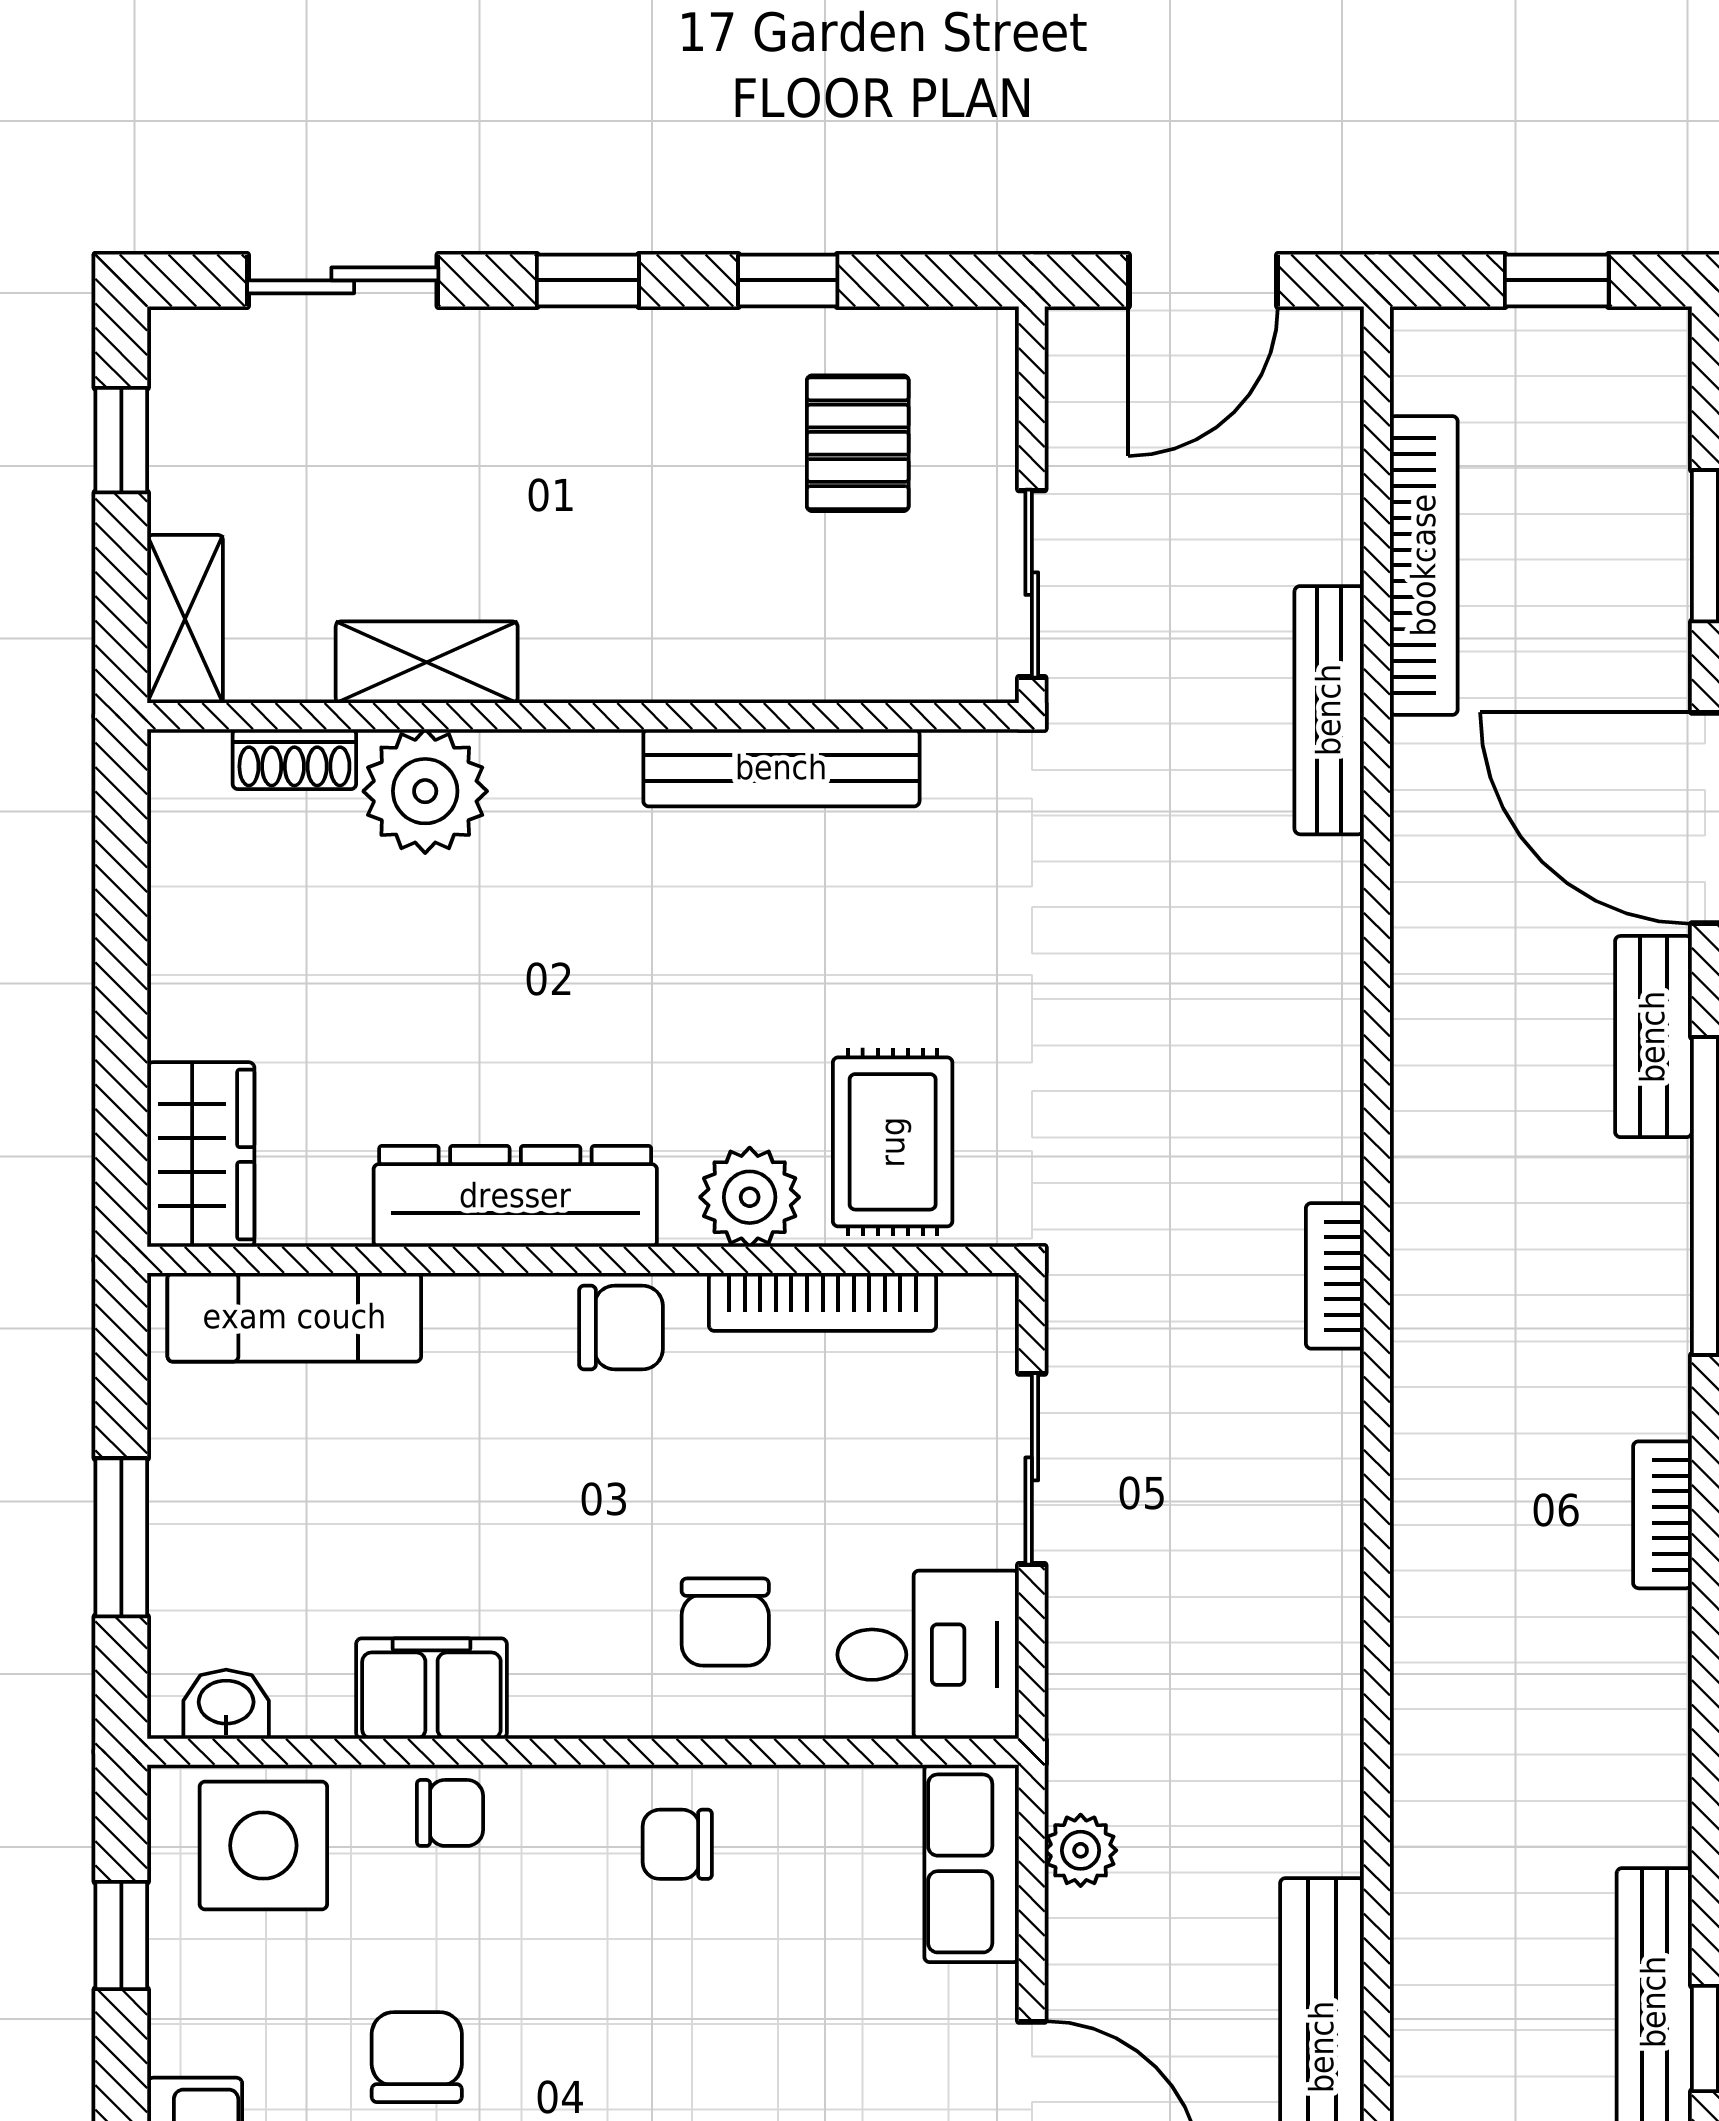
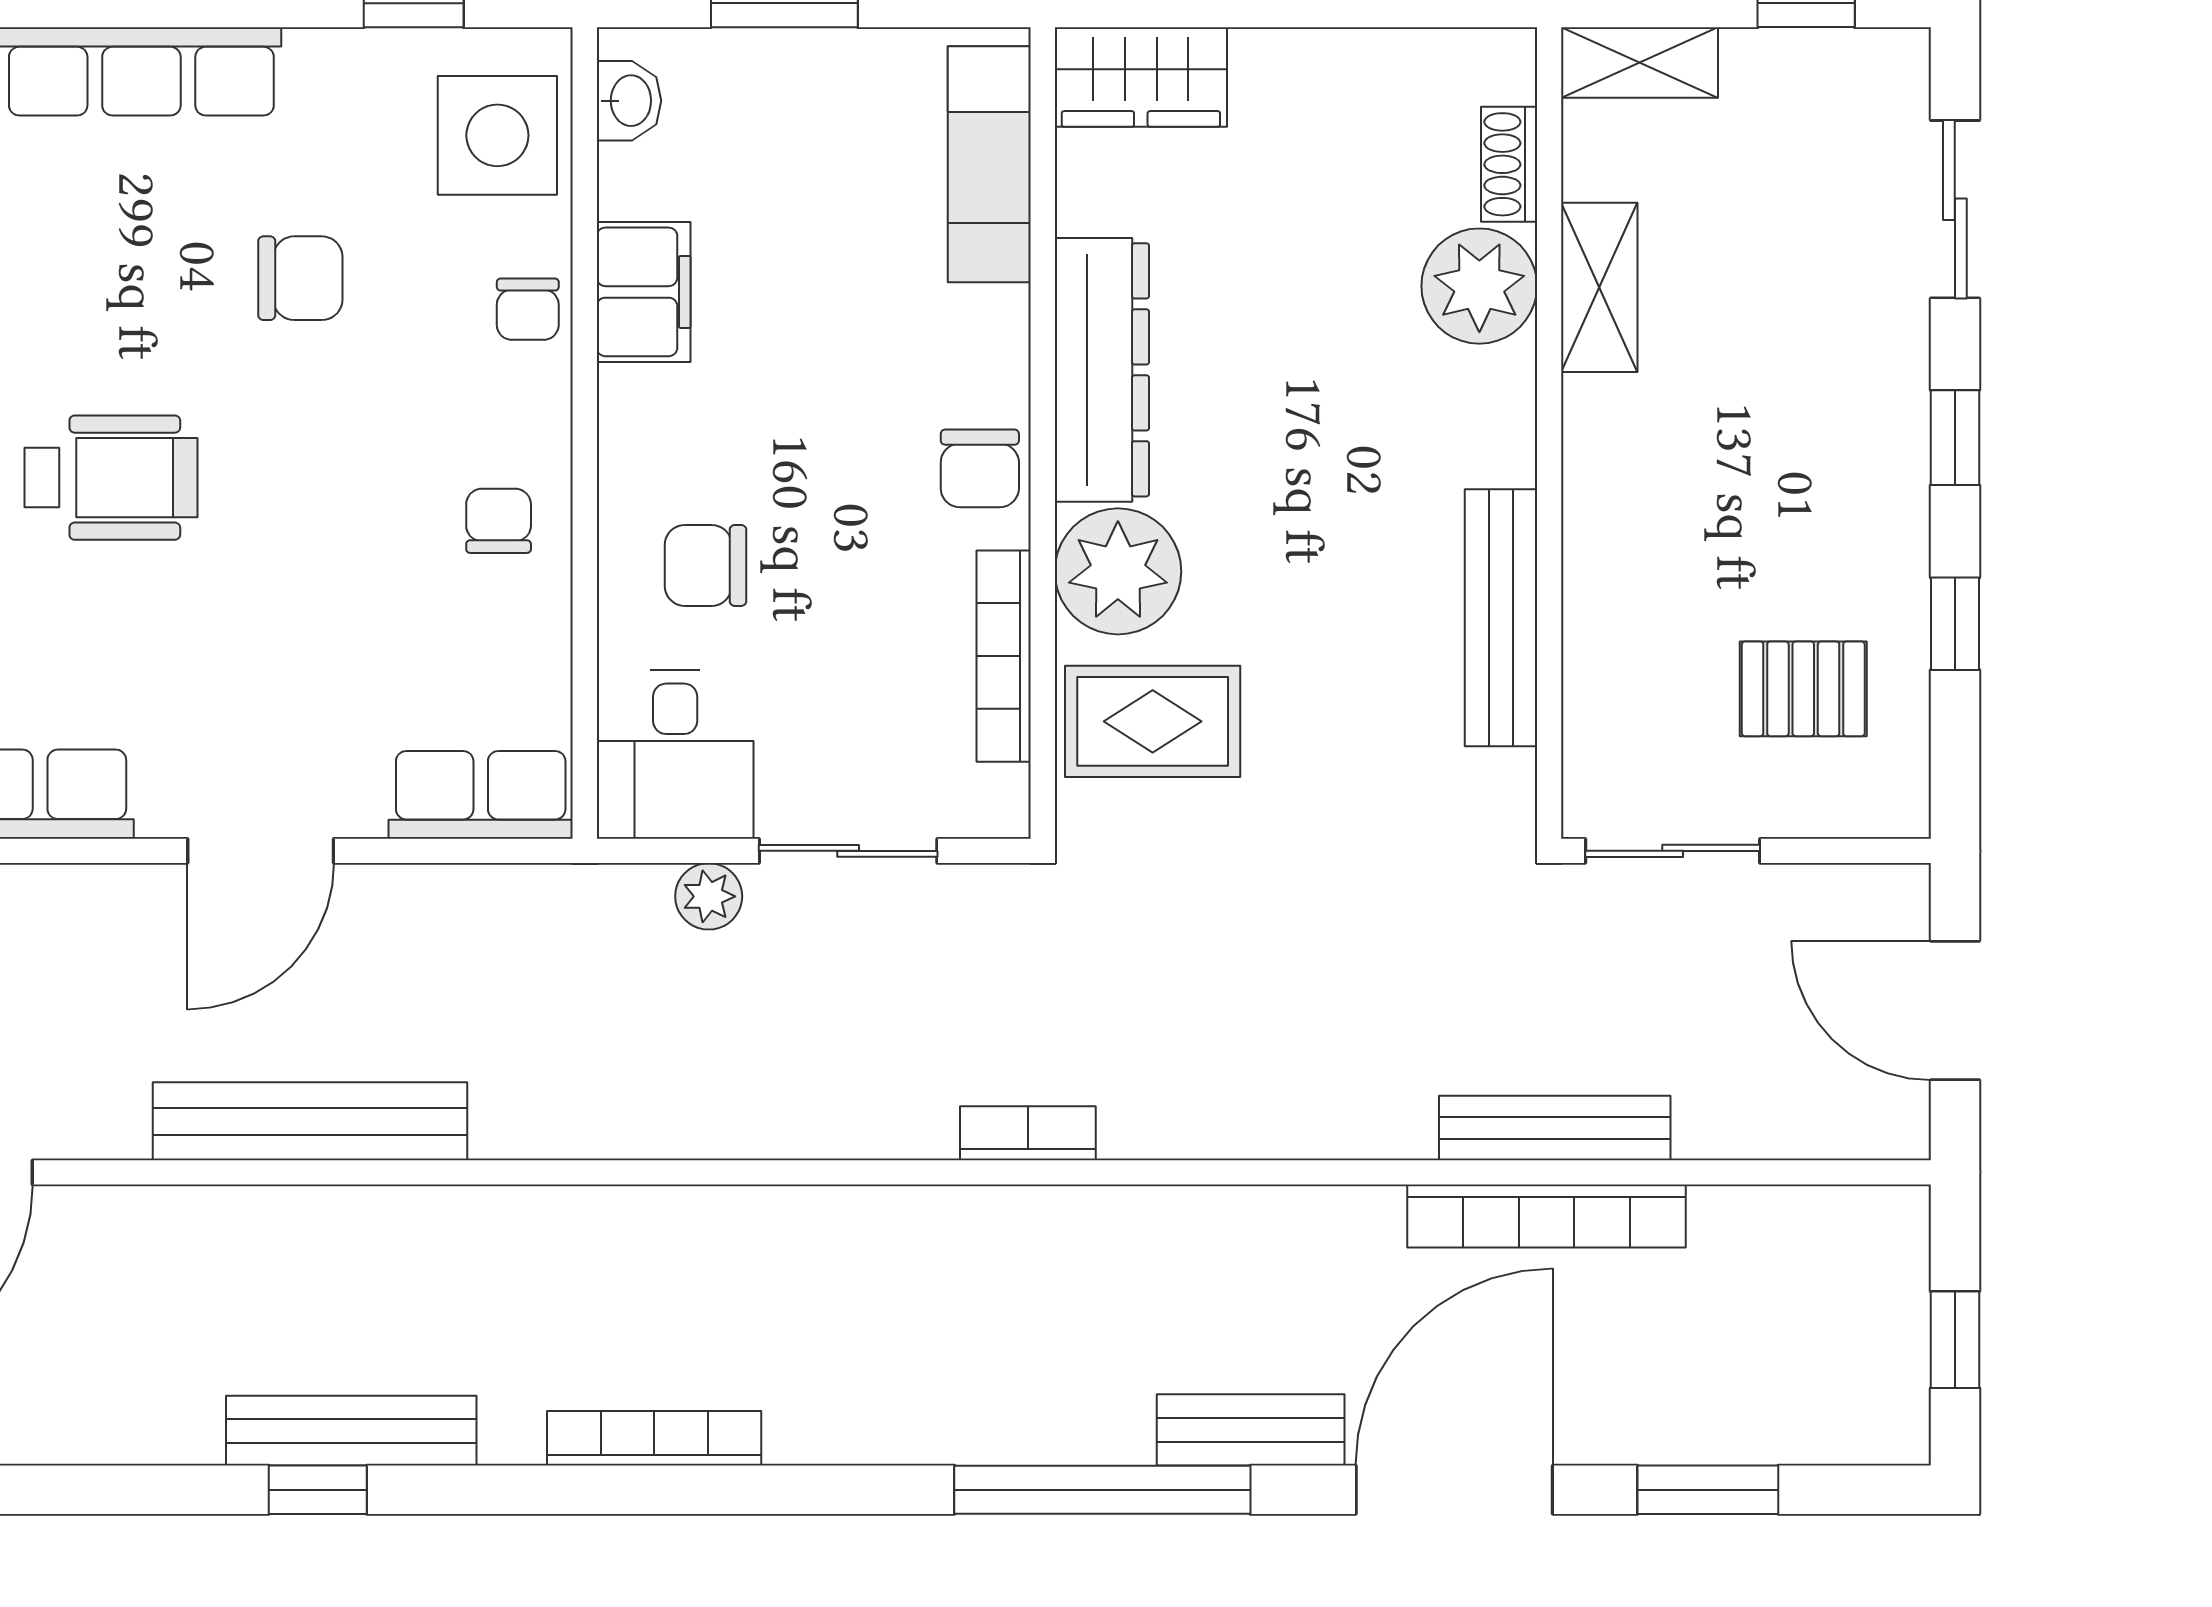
bookcase: (1424, 565) -> (1547, 1216), moved
plant: (750, 1197) -> (1118, 571), width x1.36, depth x1.36
bookcase: (1663, 1515) -> (654, 1438), moved, width x1.56
plant: (1081, 1850) -> (709, 896), moved

